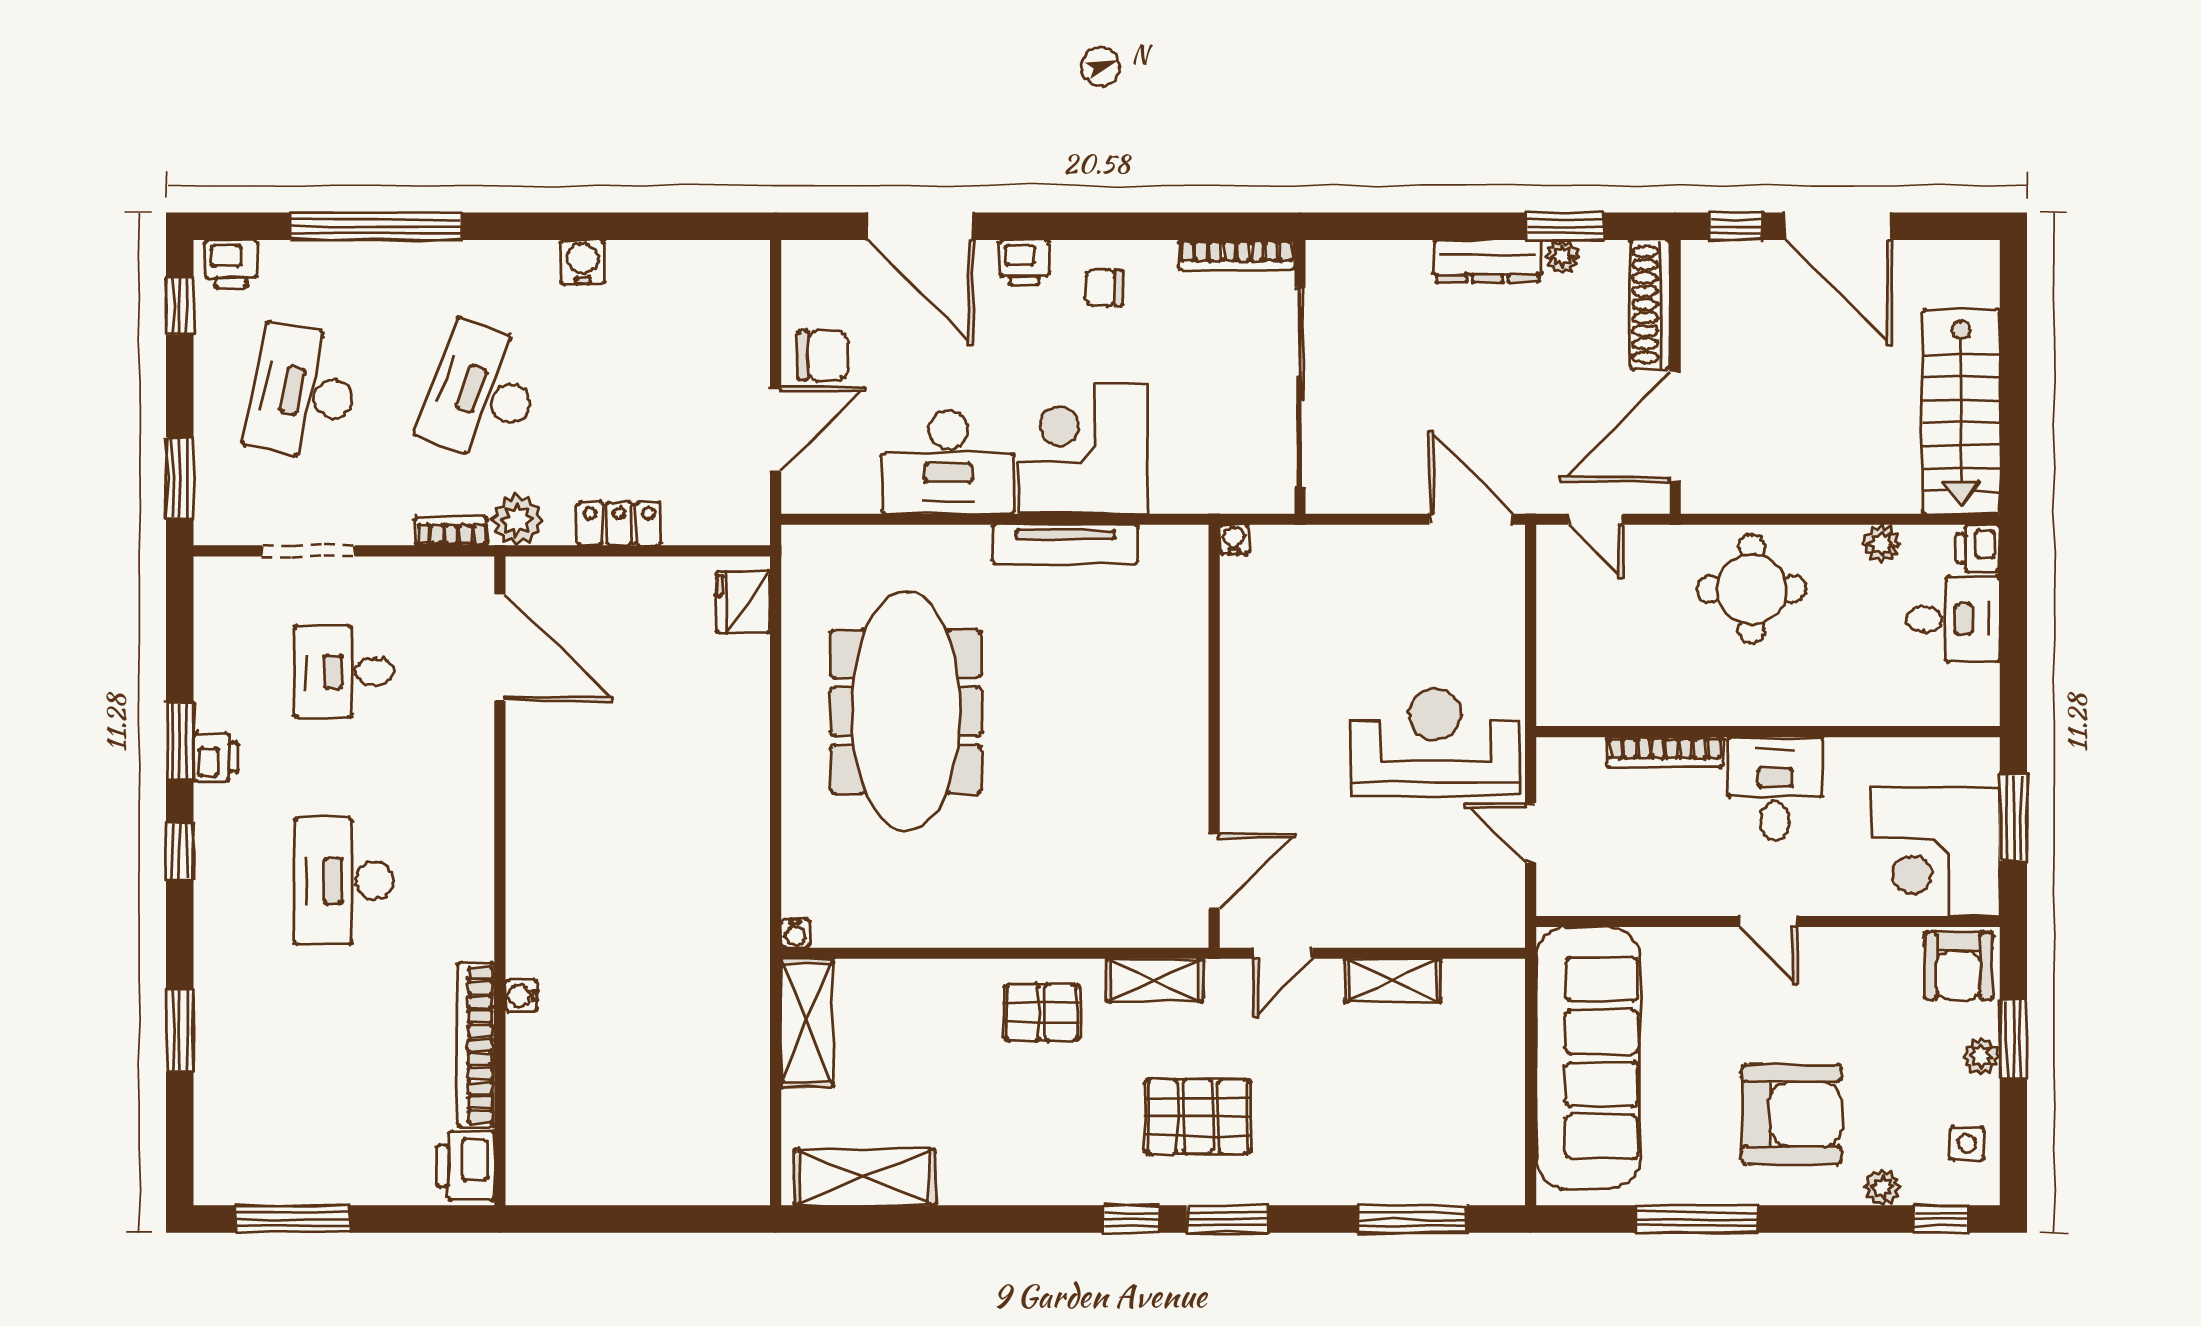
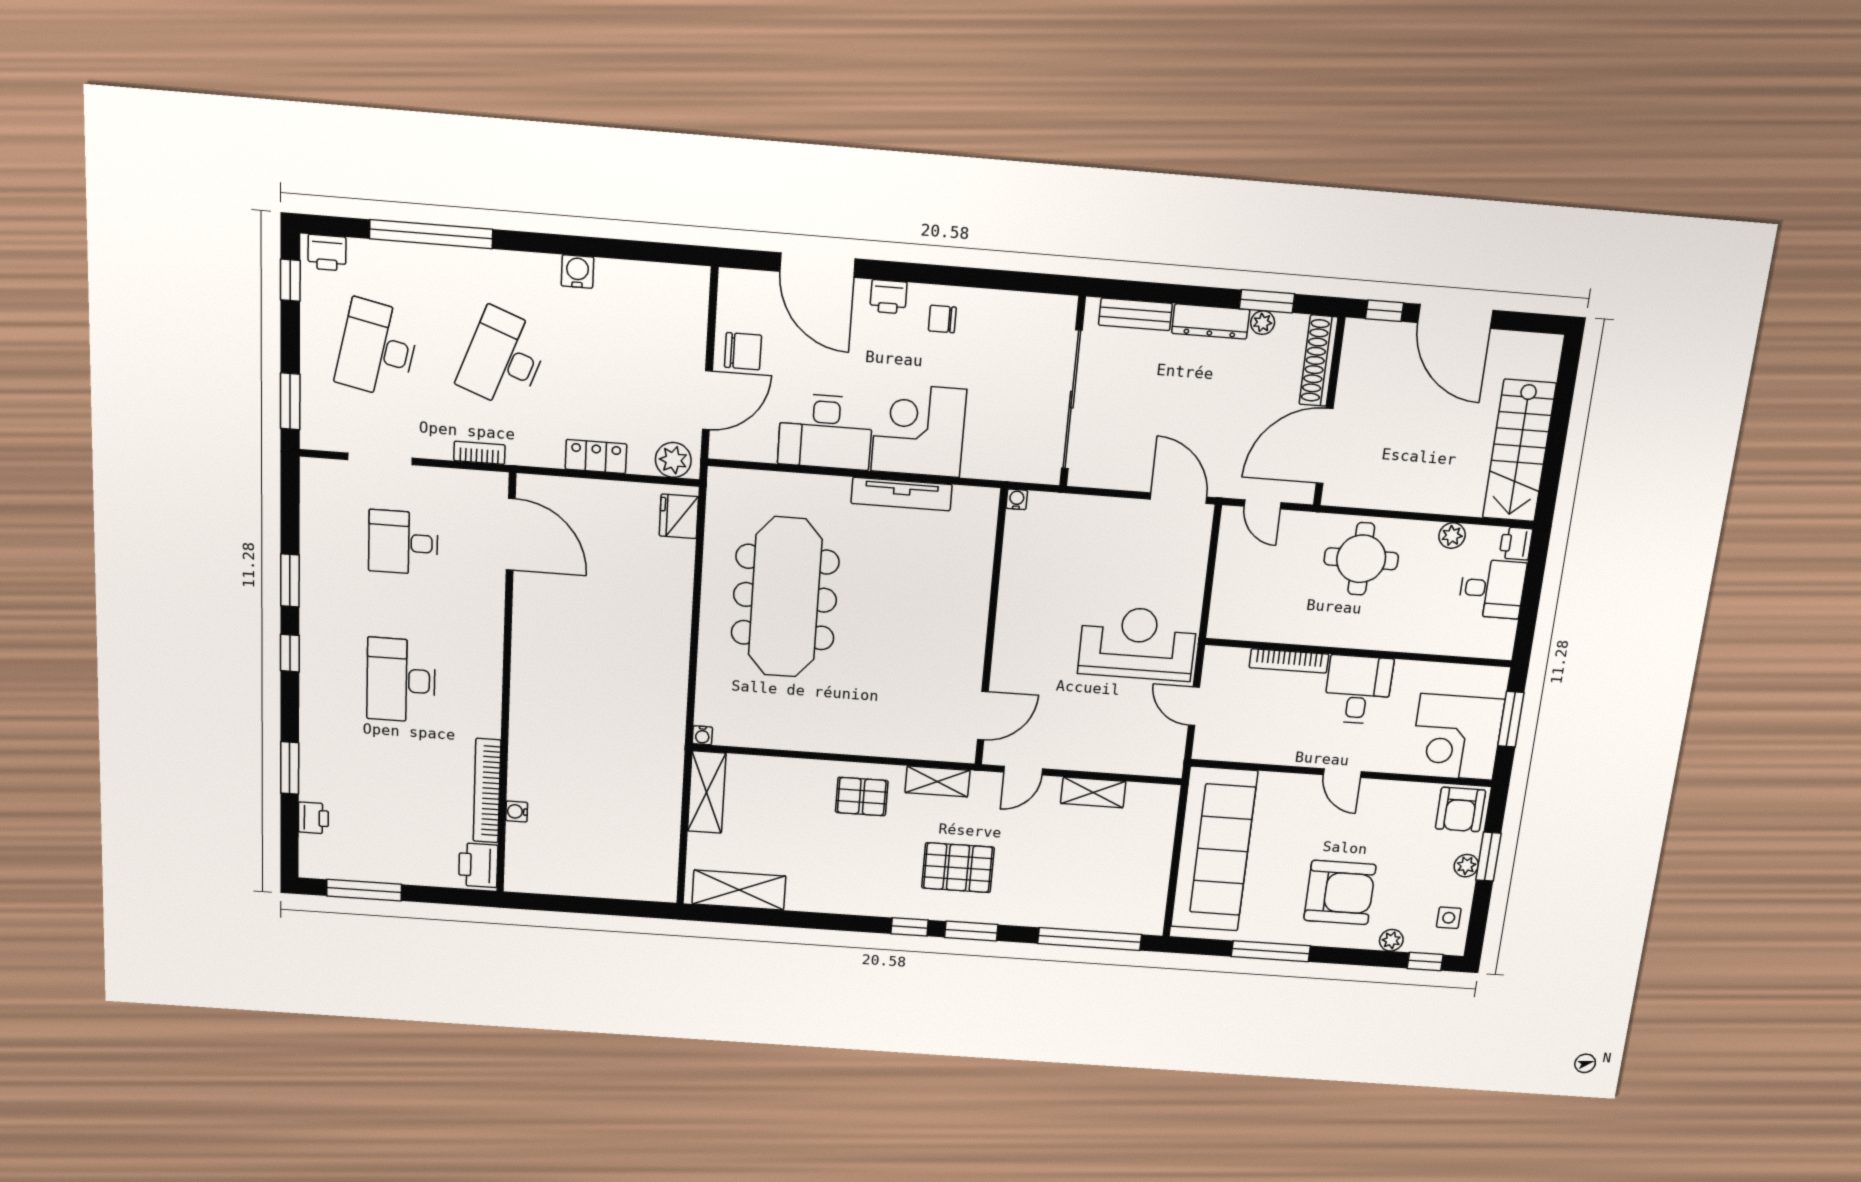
bookcase: (1236, 255) -> (1037, 303), removed
bench: (1379, 259) -> (1135, 314), added
plant: (517, 520) -> (673, 460), moved
printer: (216, 757) -> (313, 818), moved
water cooler: (521, 995) -> (517, 812), moved
window: (1412, 1219) -> (1090, 939), width x1.46

